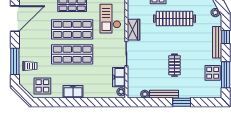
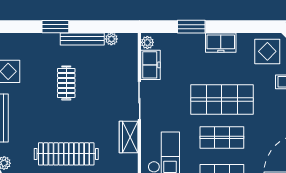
shop shelf: (72, 29) -> (222, 137), width x0.70, depth x0.74
window: (92, 102) -> (191, 27), added

